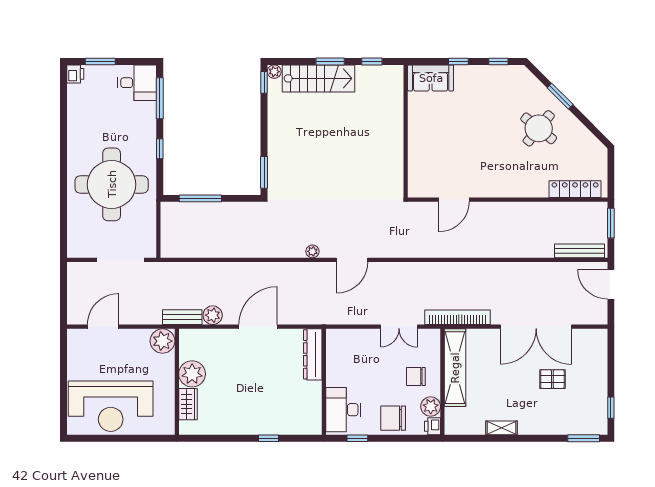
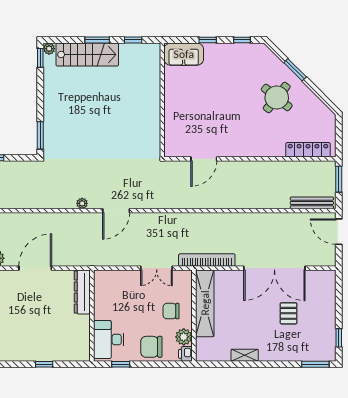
pallet: (552, 379) -> (289, 313), turned 90

